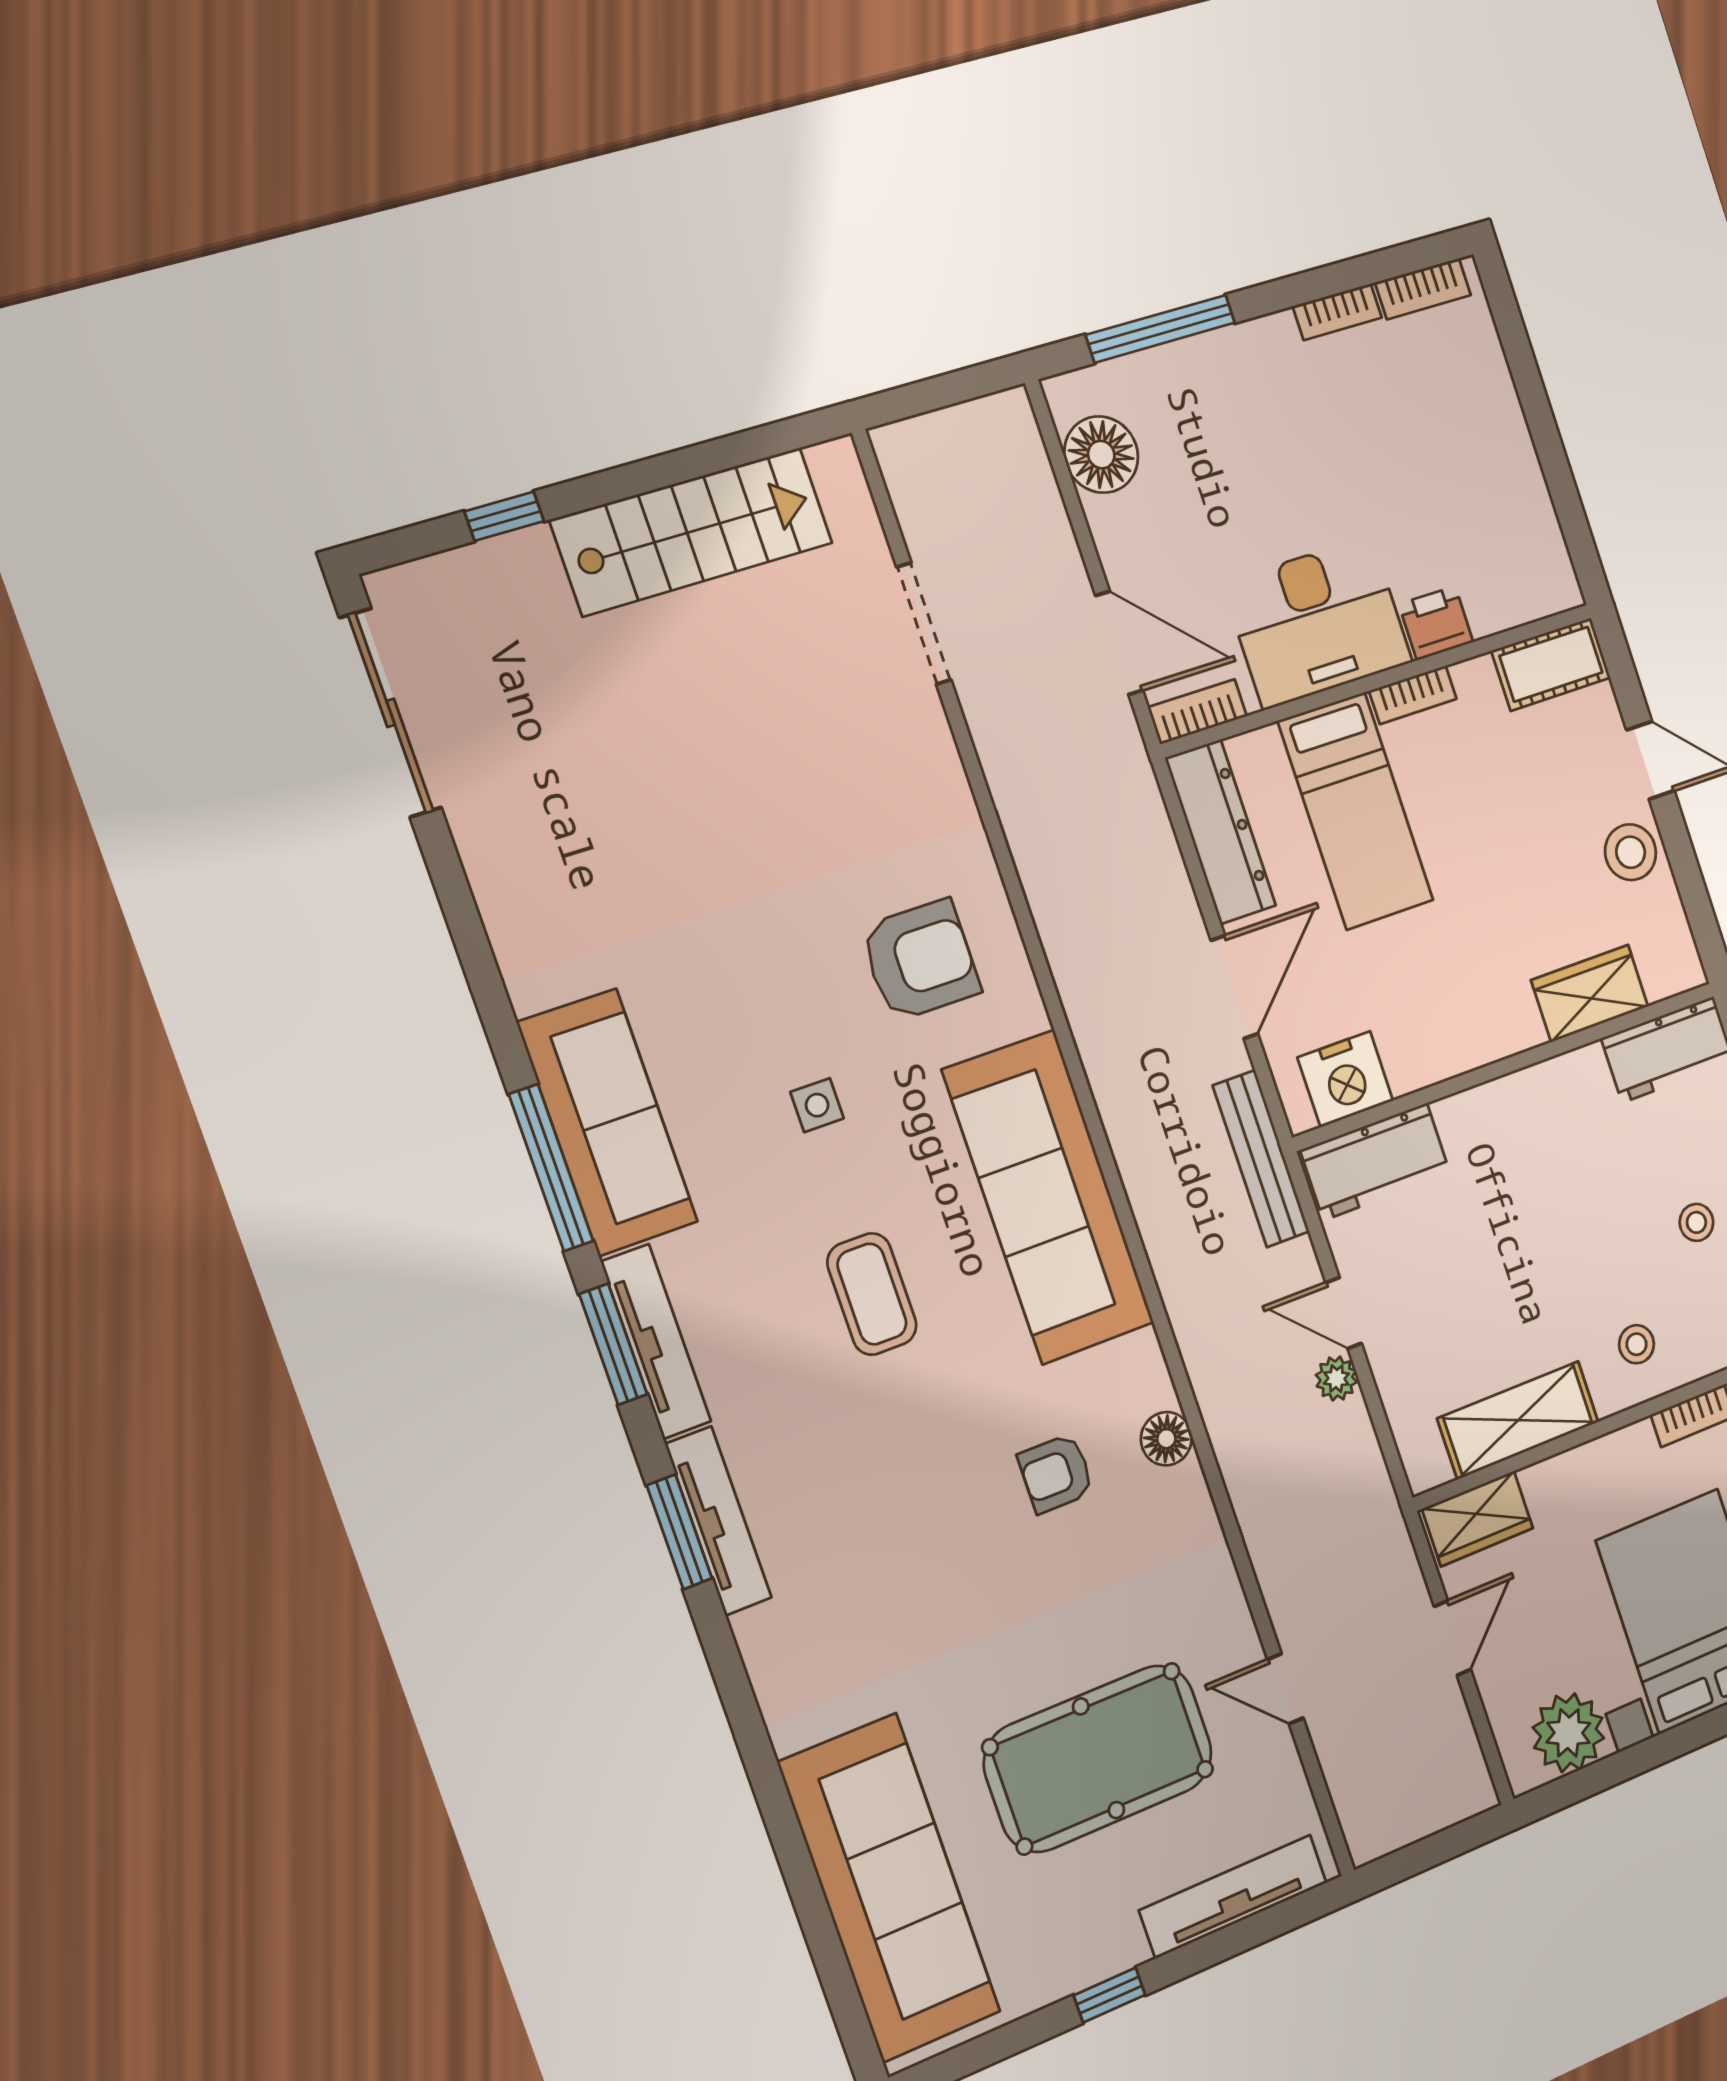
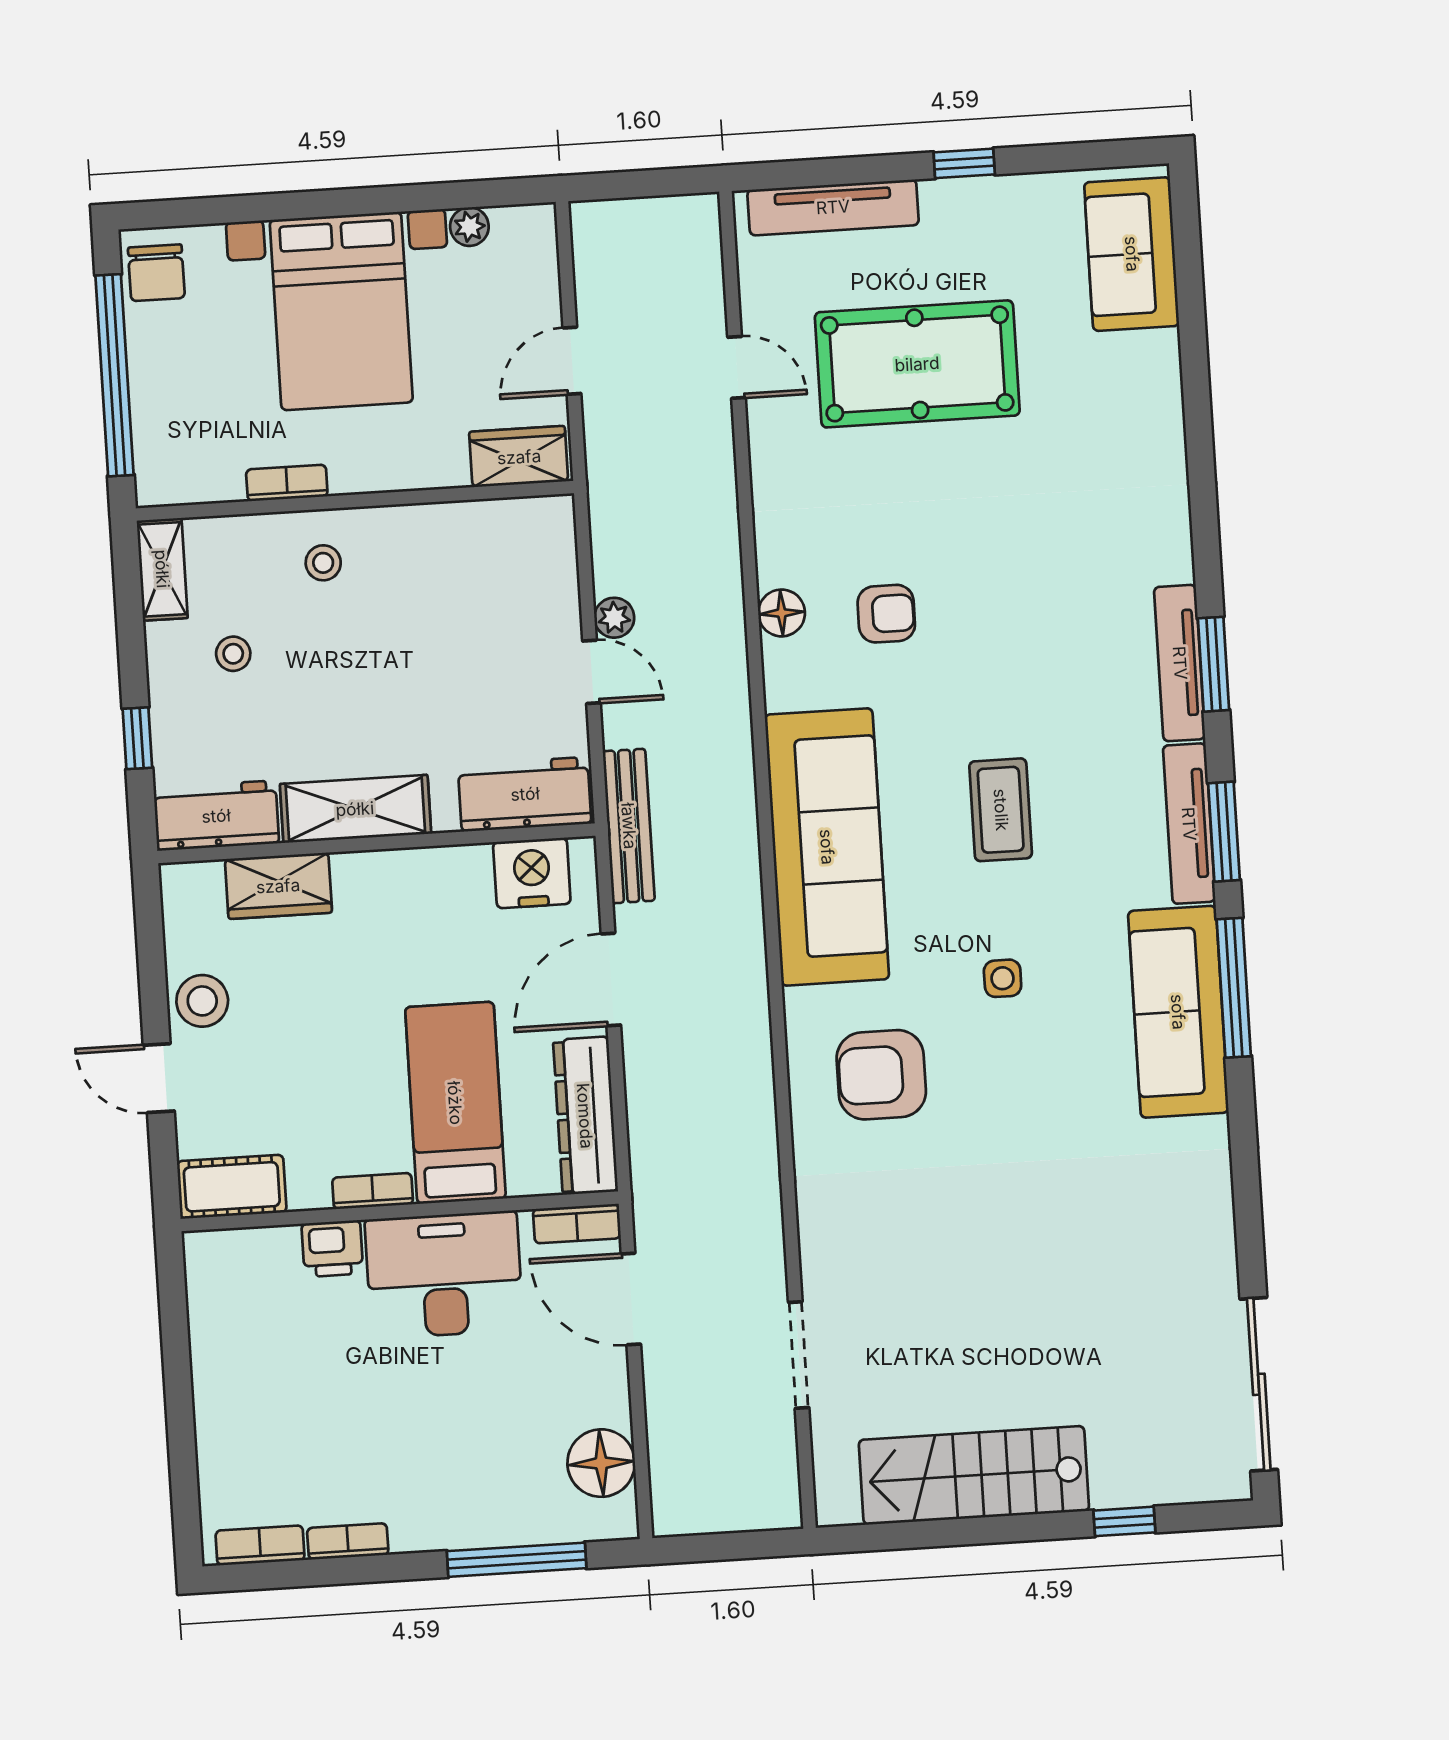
shelving: (1518, 1420) -> (355, 809), moved
plant: (1568, 1733) -> (469, 227), width x0.53, depth x0.53
sofa: (889, 1888) -> (1132, 254), width x0.54, depth x0.79

